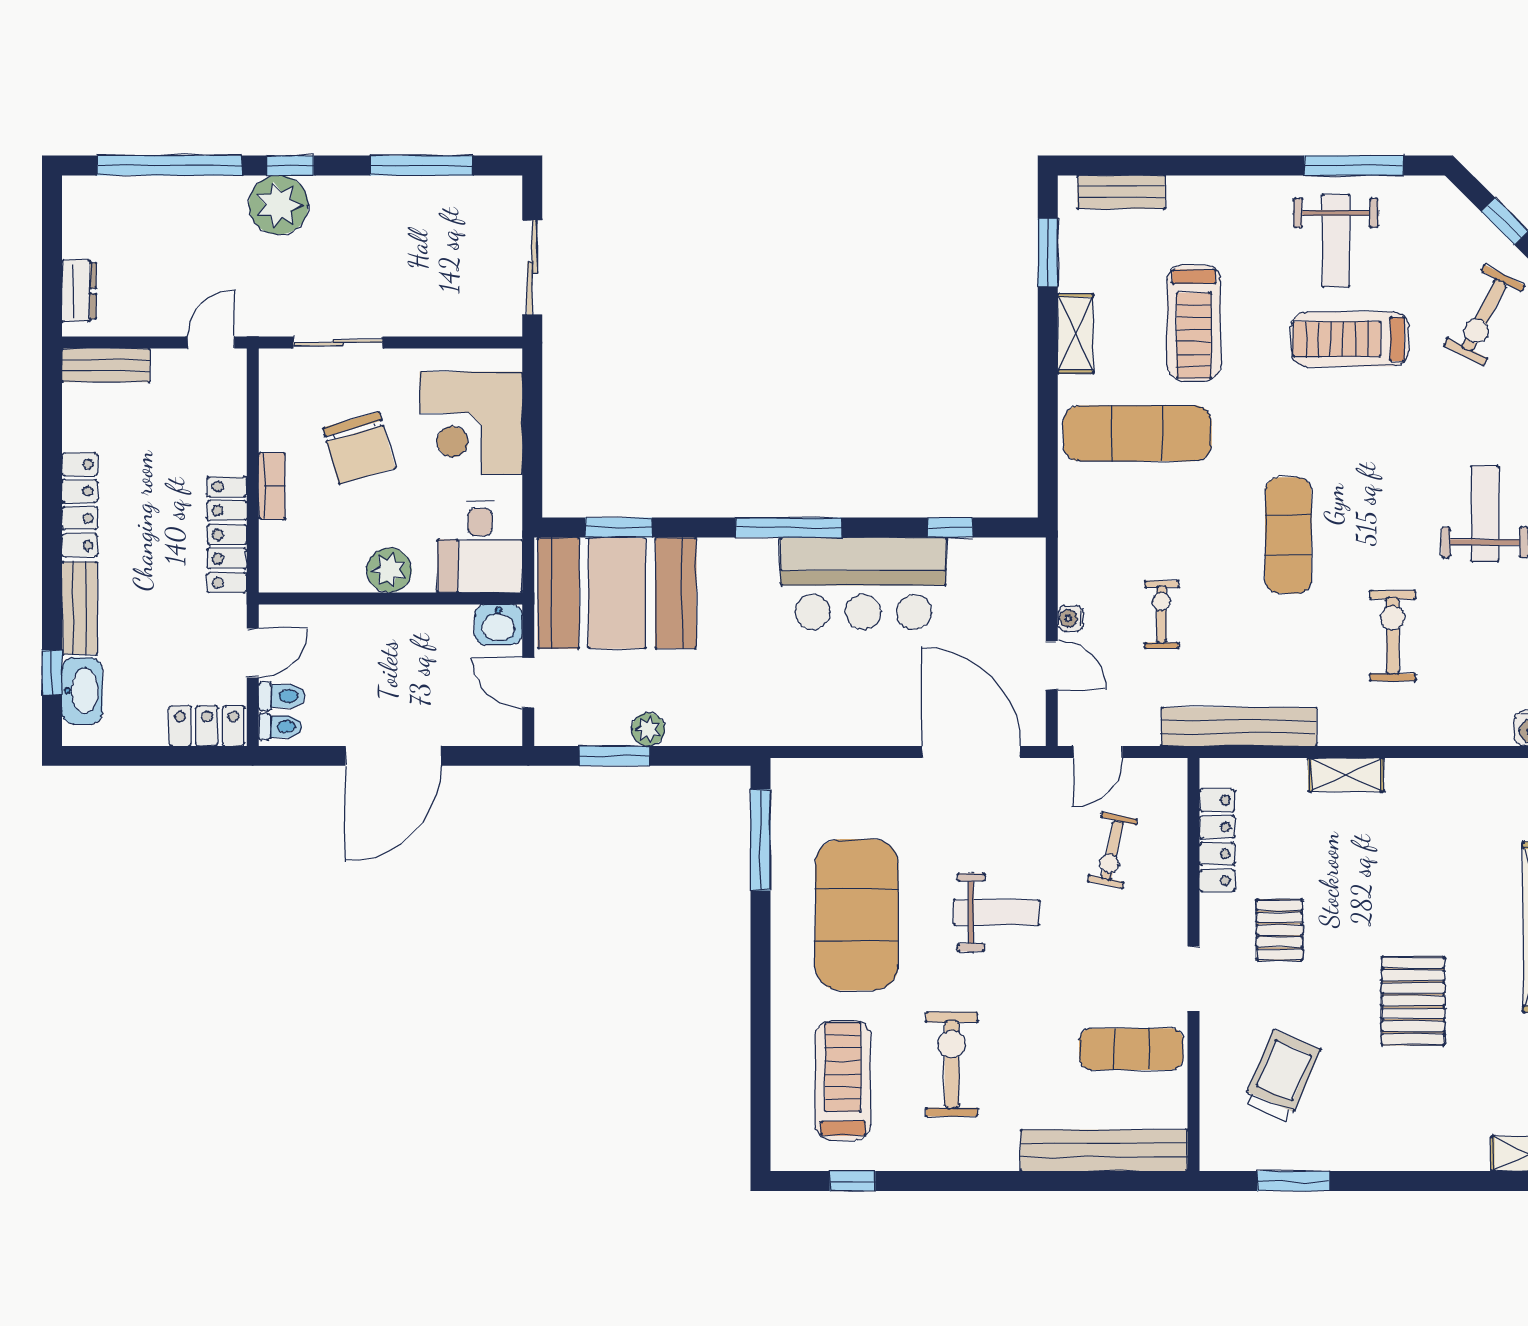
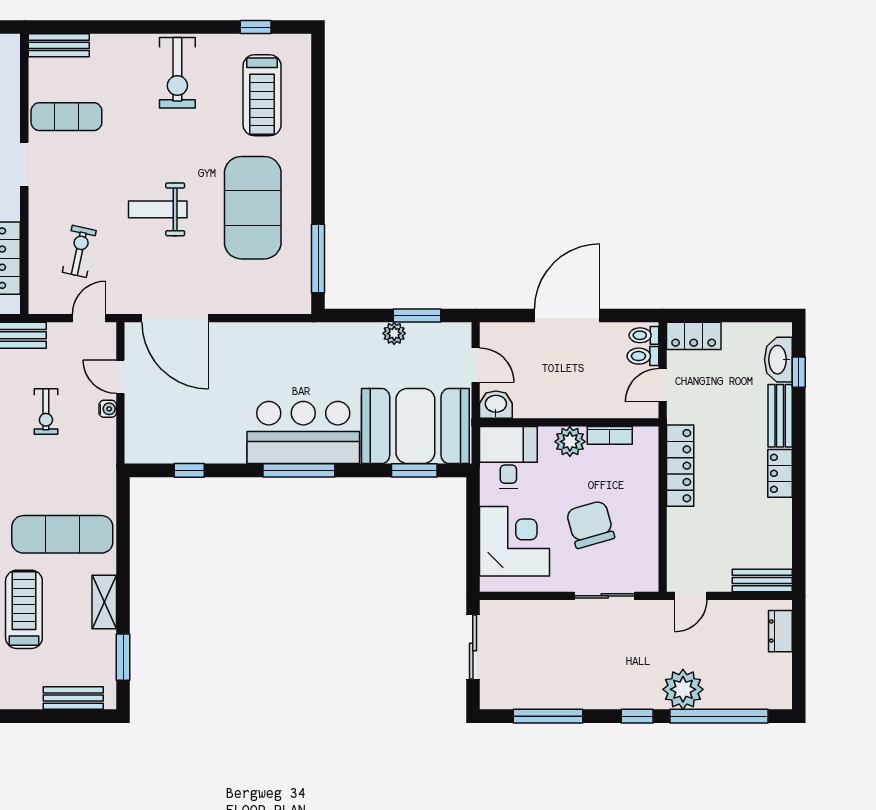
plant: (279, 205) -> (683, 689), moved
bookcase: (272, 486) -> (610, 435), moved, turned -90
locker: (80, 505) -> (780, 473), width x0.66
bar counter: (863, 583) -> (303, 433), moved
exercise bike: (952, 1064) -> (177, 73), moved
bench: (1104, 1150) -> (59, 45), width x0.54, depth x0.82

